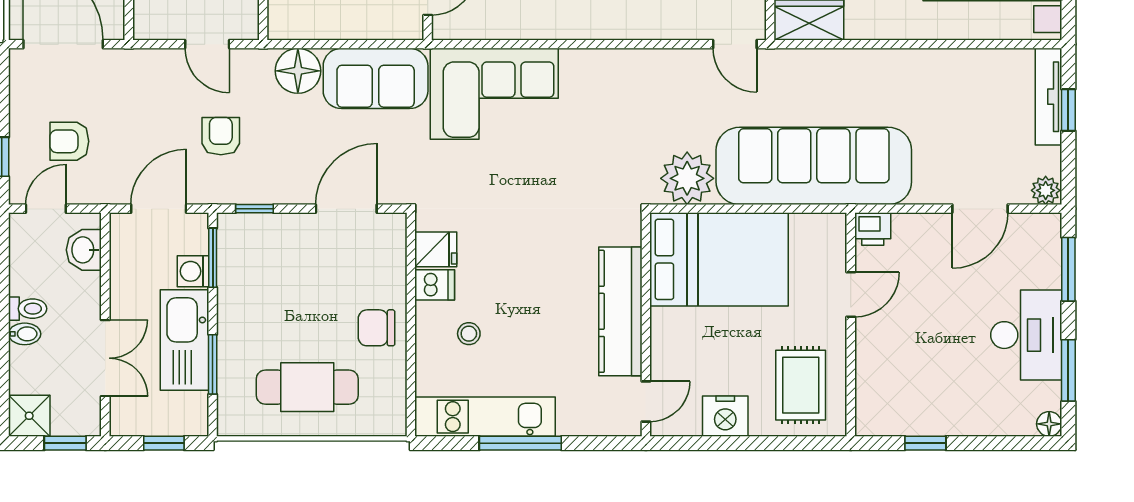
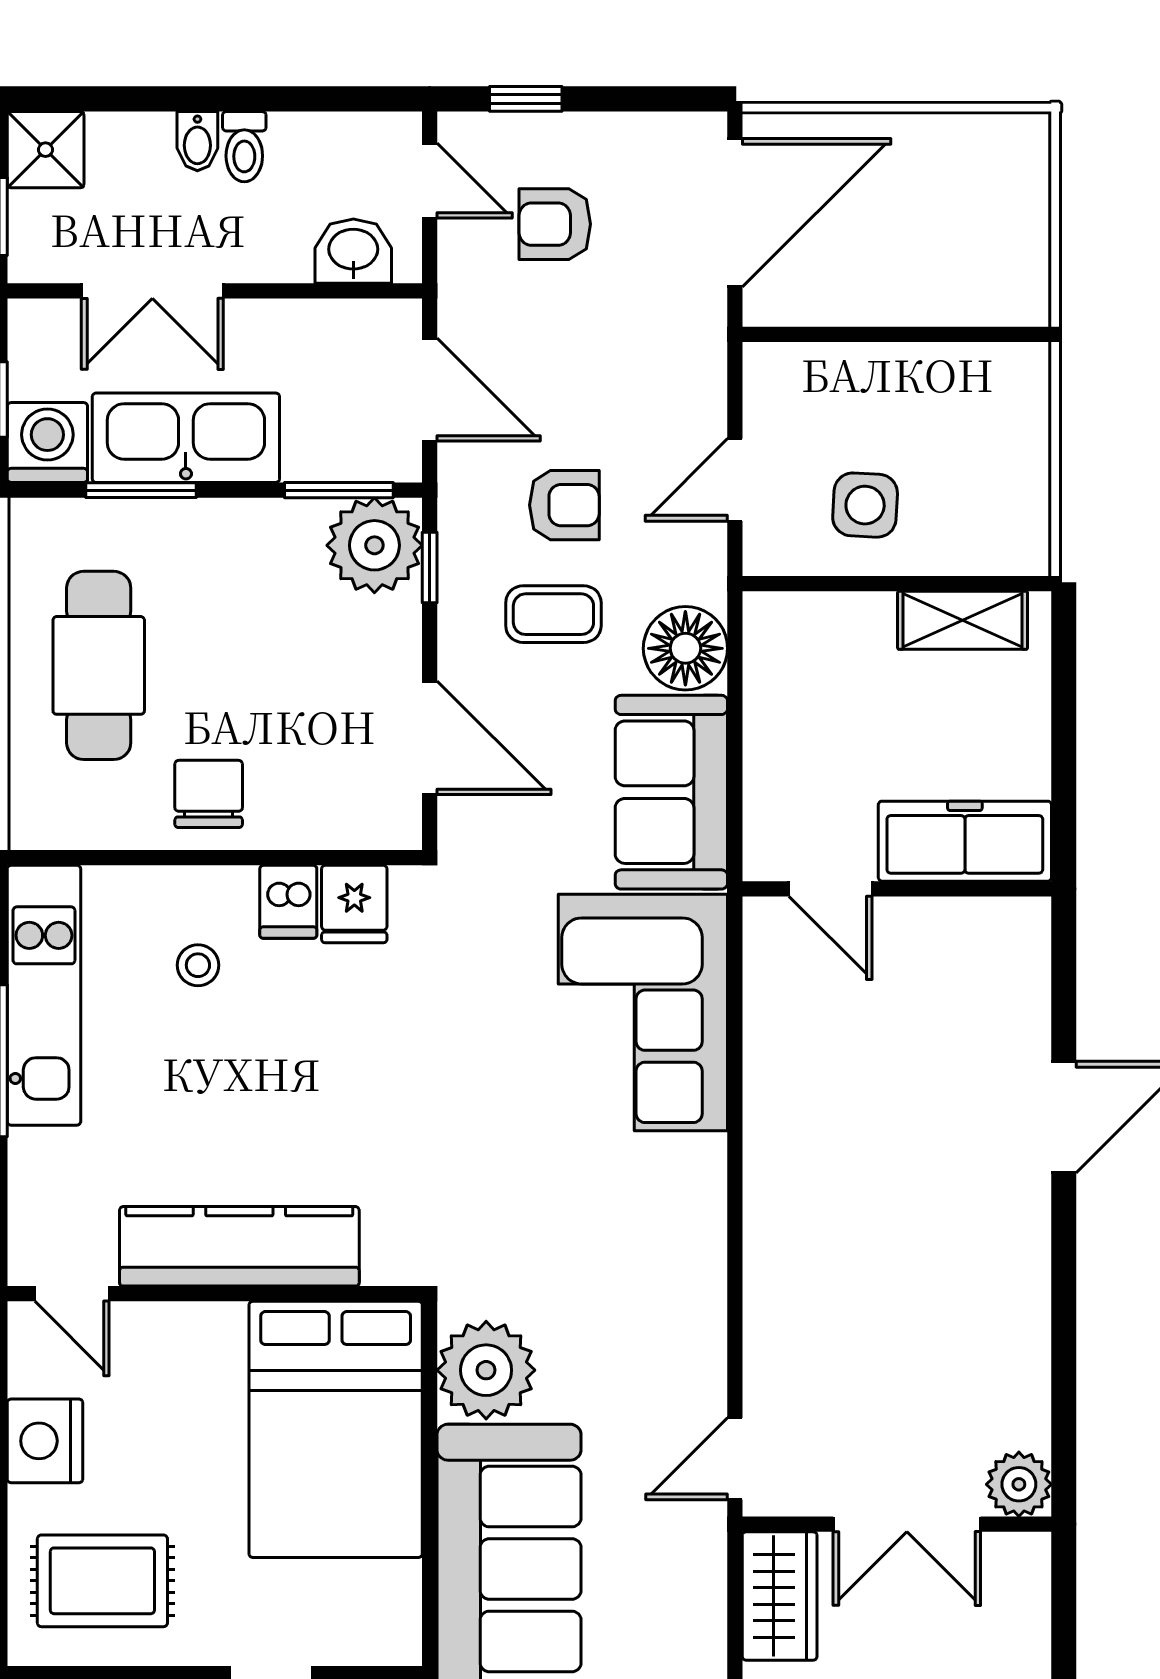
armchair: (69, 141) -> (555, 224), turned -90
coffee table: (280, 142) -> (553, 614), added
plant: (242, 238) -> (374, 545), added
washing machine: (193, 271) -> (47, 443), moved, width x1.38, depth x1.38

